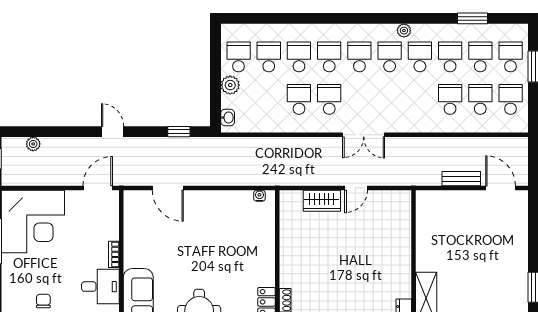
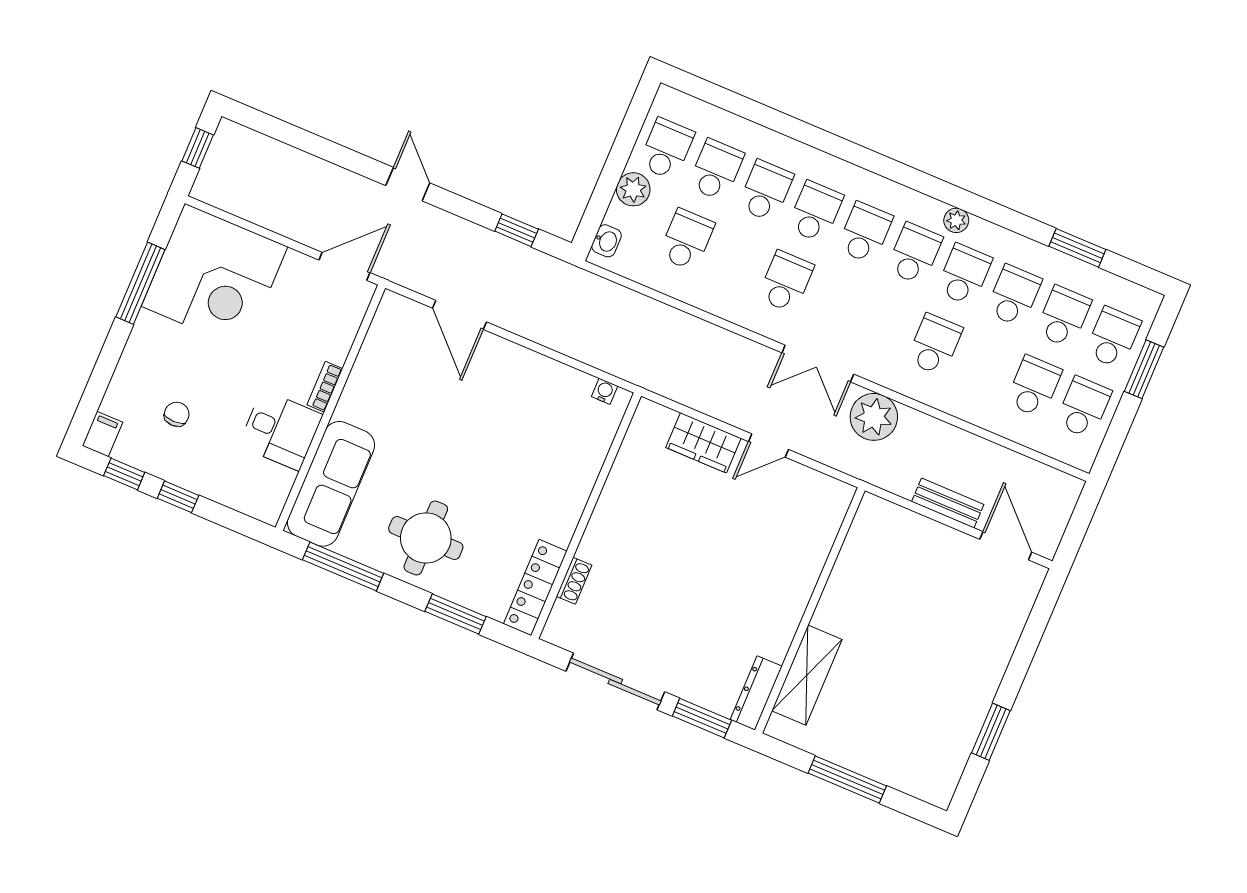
school desk: (299, 99) -> (687, 240), moved
school desk: (450, 99) -> (935, 344), moved
plant: (33, 144) -> (874, 417), moved, width x1.88, depth x1.88

